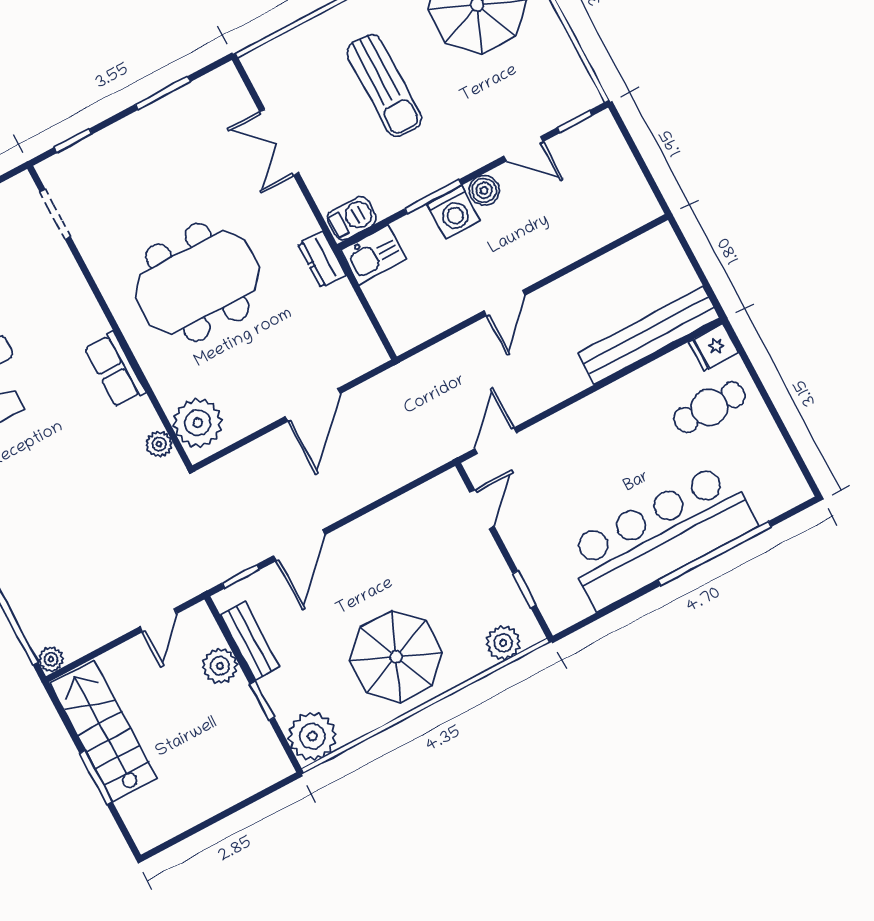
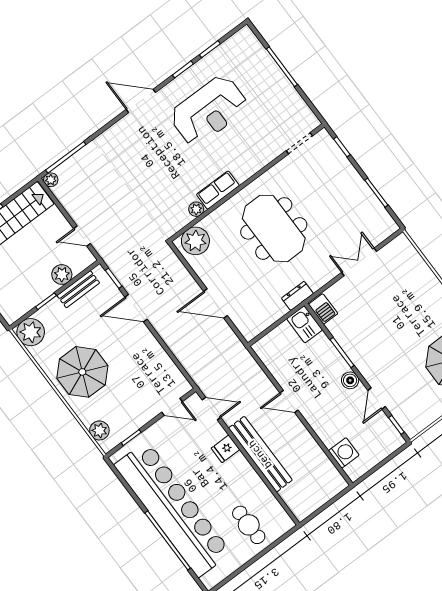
sun lounger: (384, 86) -> (400, 316), removed
washing machine: (453, 212) -> (344, 453), moved, turned 180
bench: (649, 336) -> (260, 454), moved
fridge: (713, 347) -> (225, 449), moved, turned -90
plant: (159, 444) -> (196, 209), moved
bar counter: (661, 536) -> (173, 509), width x1.36

